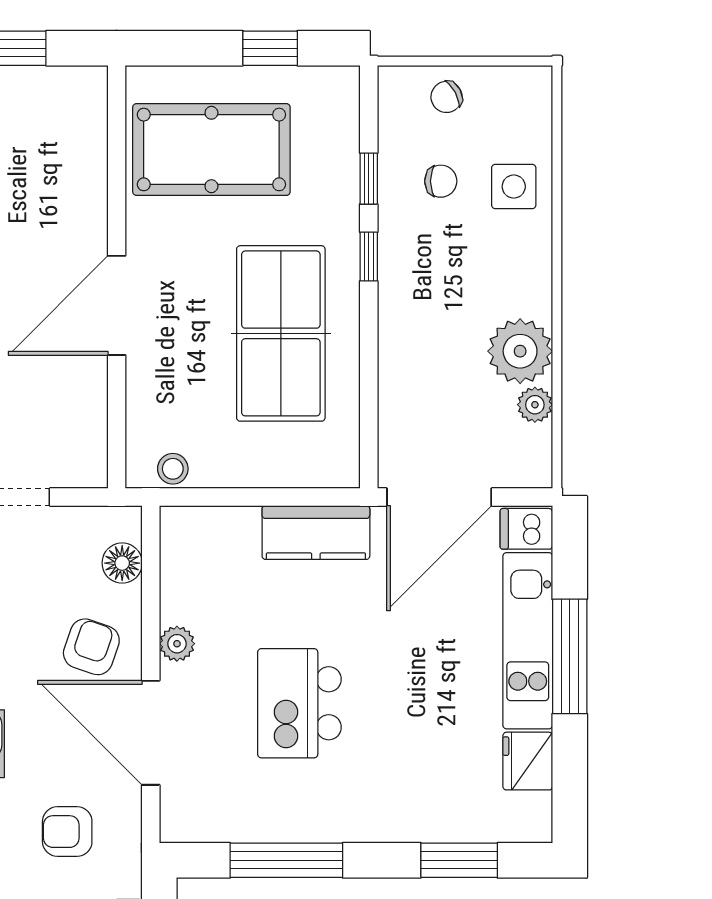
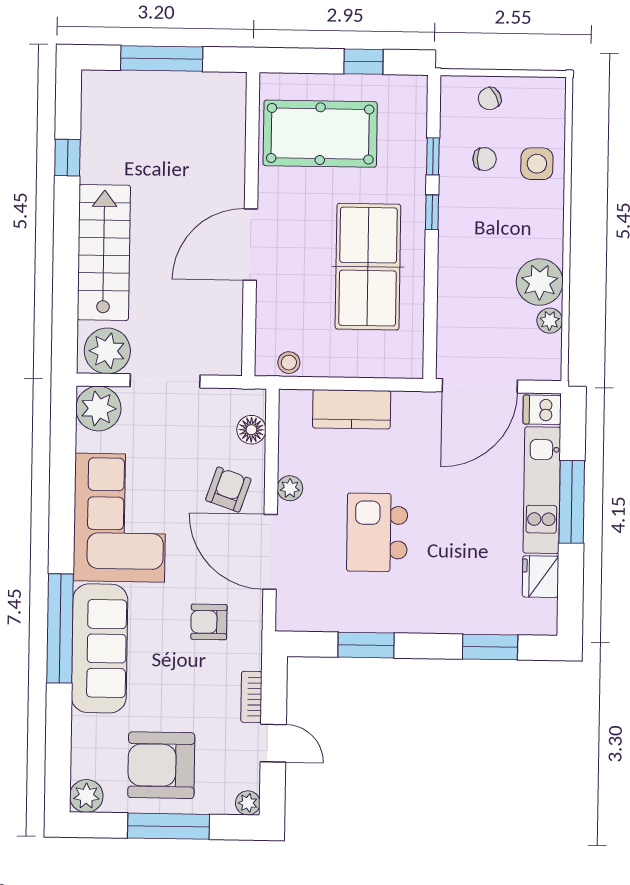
kitchen counter: (316, 533) -> (352, 409), moved
window: (286, 860) -> (366, 645), width x0.69

